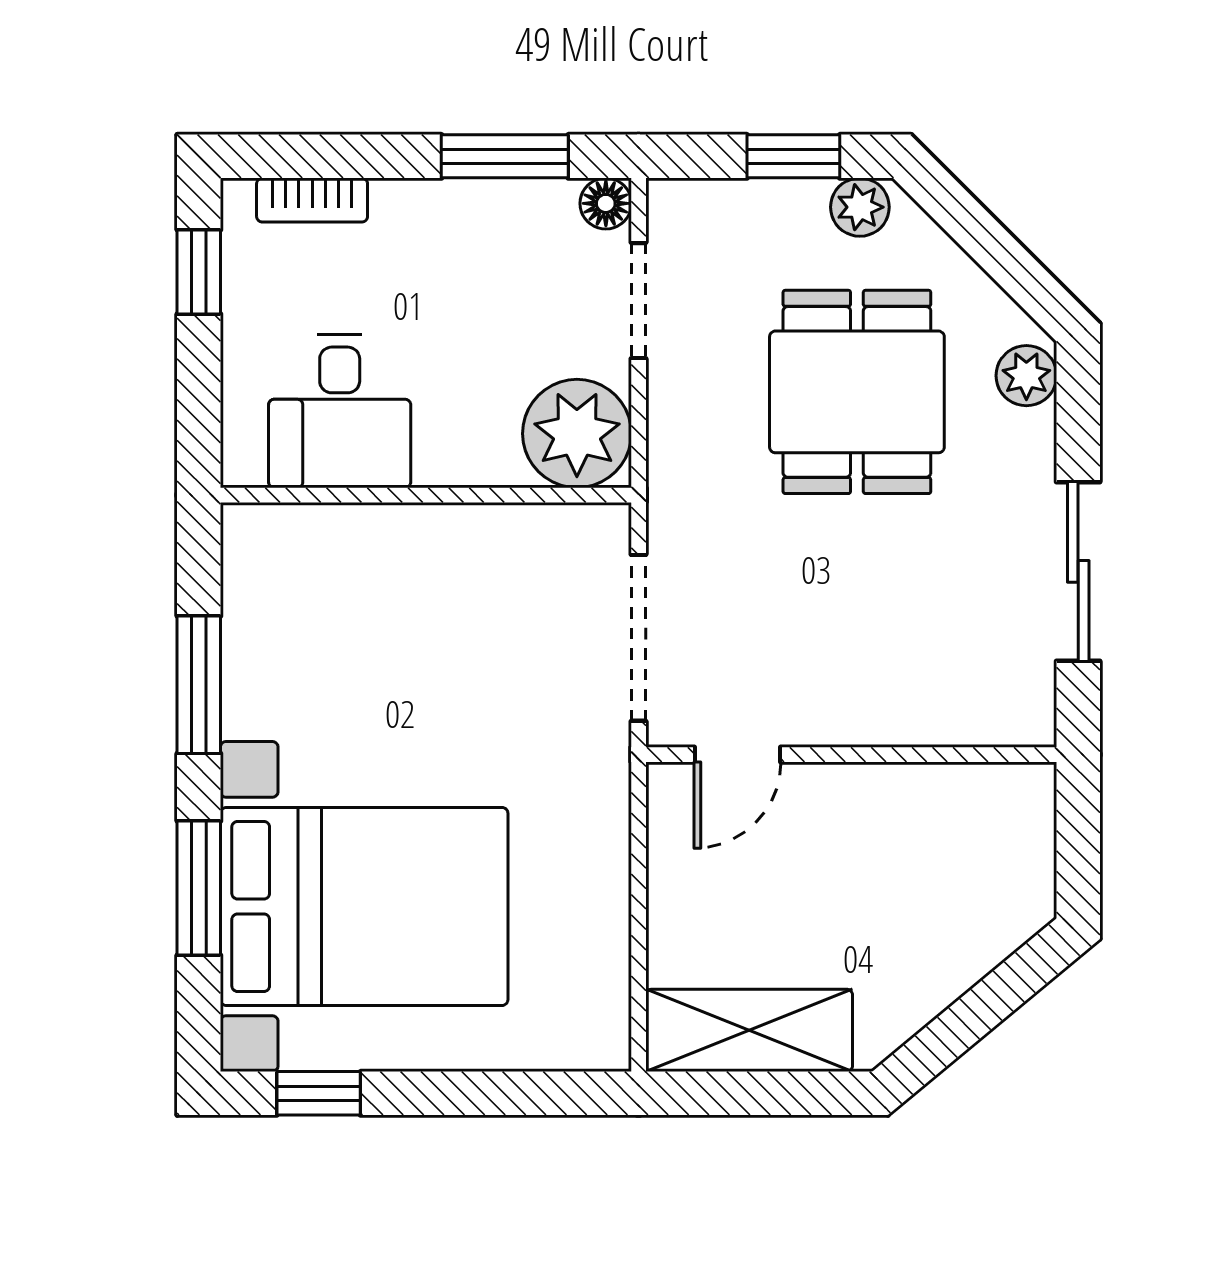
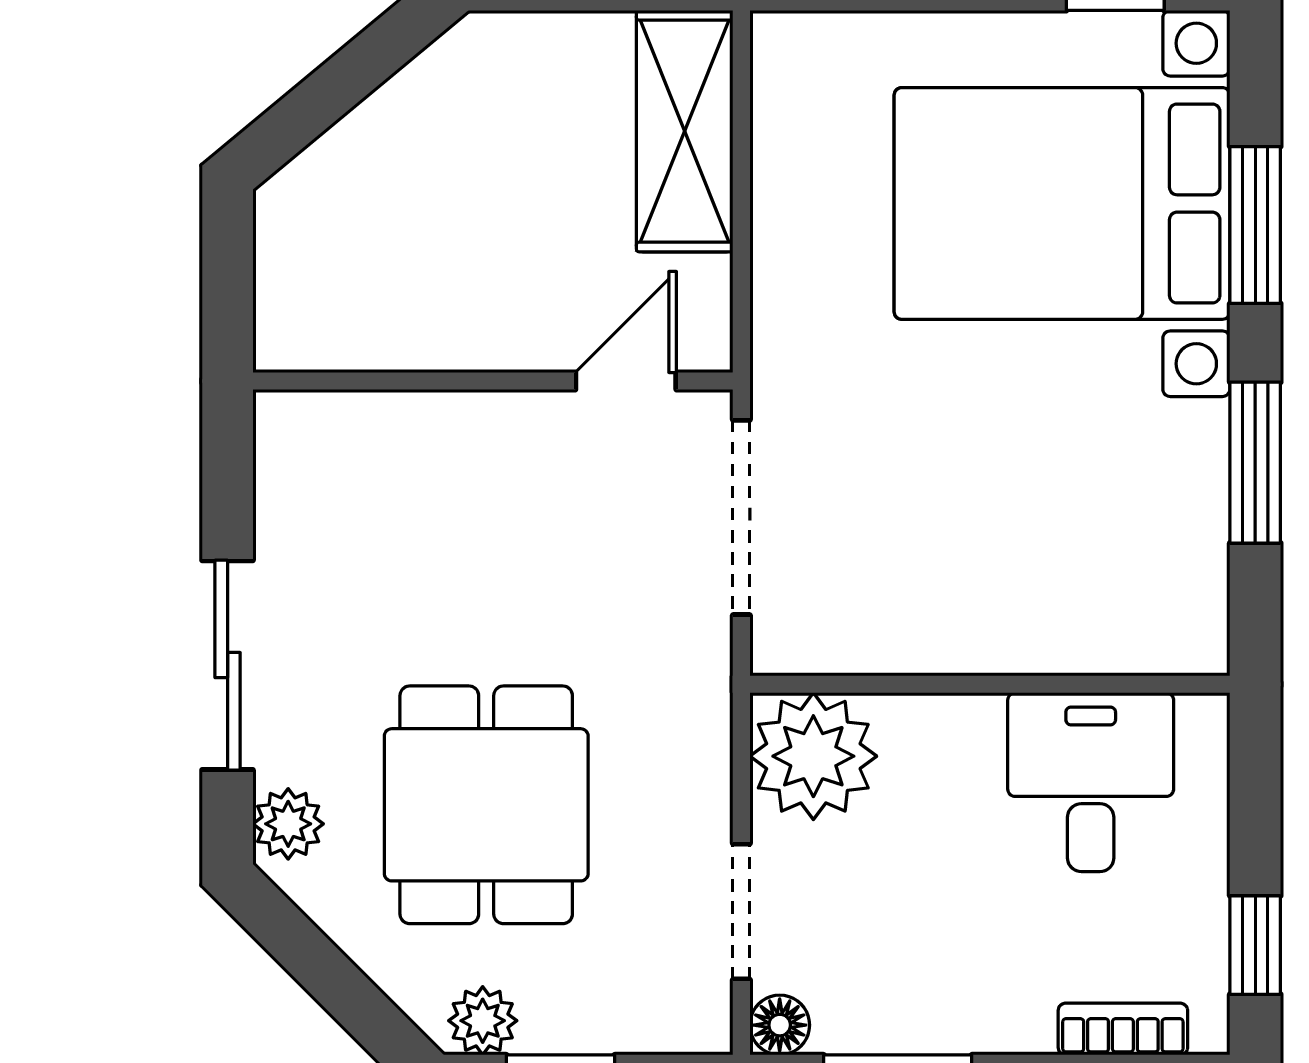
sliding door: (1078, 571) -> (228, 665), moved
shelving: (749, 1030) -> (685, 131), moved, turned 90

